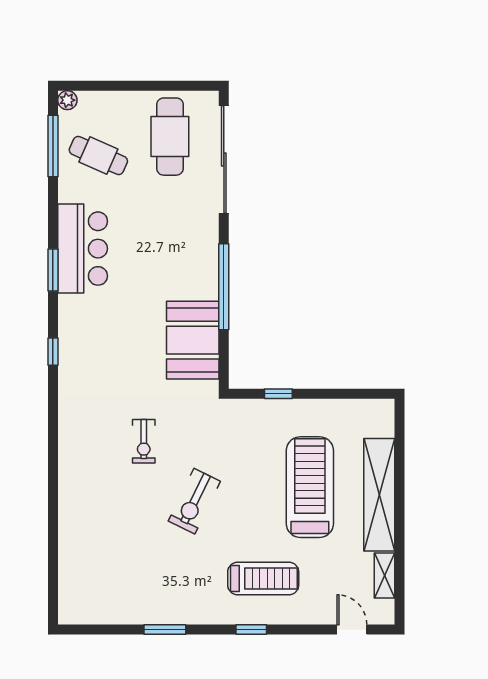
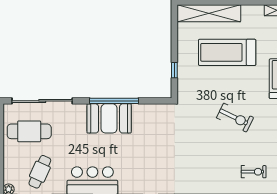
booth: (193, 340) -> (109, 118), moved
exercise bike: (144, 441) -> (254, 172), moved
shelving: (379, 495) -> (209, 13), moved

